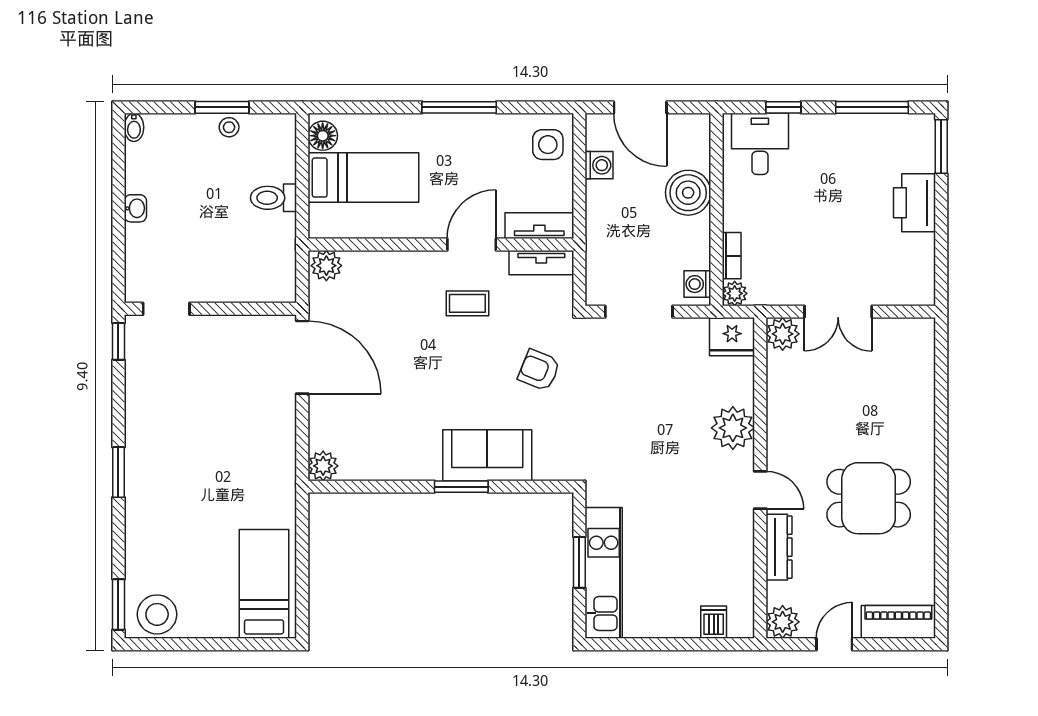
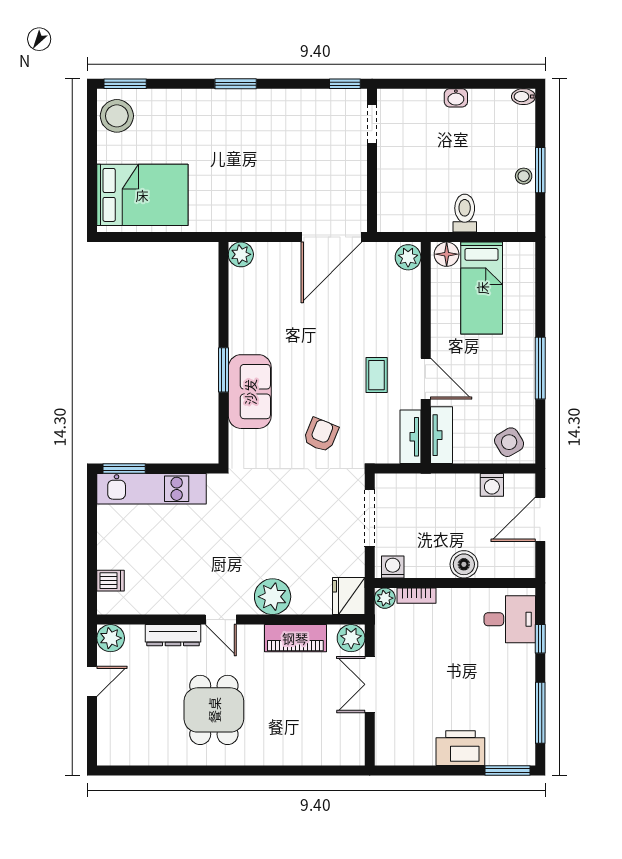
floor lamp: (323, 136) -> (447, 254), moved
side table: (548, 145) -> (509, 442), turned -31
boiler: (688, 193) -> (464, 564), width x0.73, depth x0.73
door: (760, 490) -> (221, 620), hinge flipped
window: (579, 562) -> (124, 469), moved
bed: (264, 584) -> (142, 195), width x1.50
piano: (898, 622) -> (295, 638), moved, turned 90
door: (834, 644) -> (92, 681), hinge flipped

